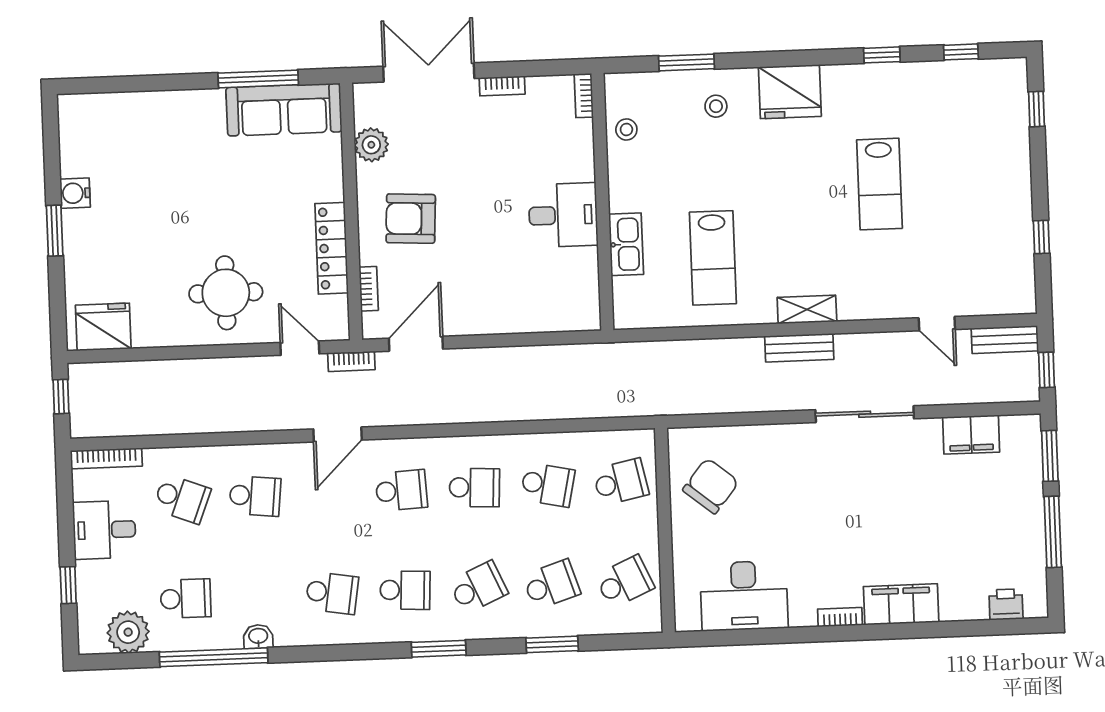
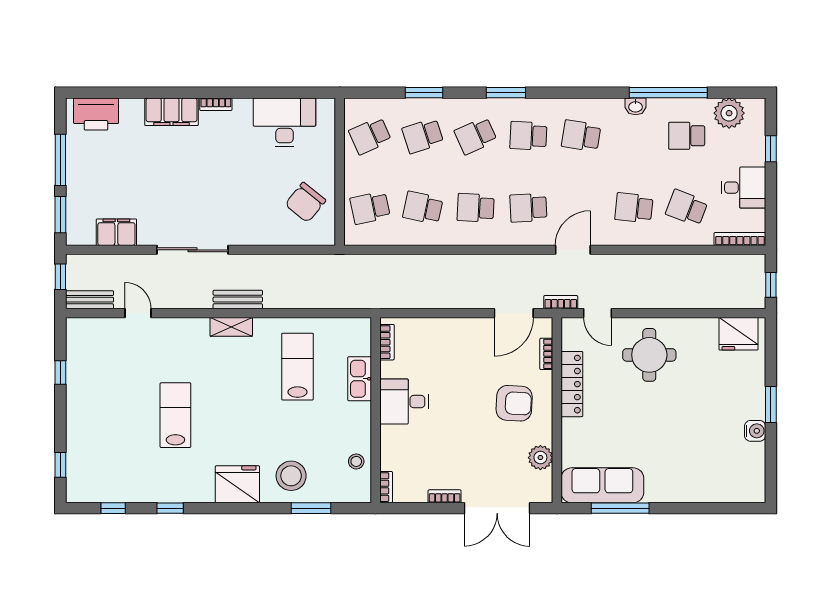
stool: (716, 106) -> (291, 476), width x1.89, depth x1.89
bookcase: (590, 297) -> (387, 342), added
printer: (1006, 604) -> (96, 114), width x1.87, depth x1.48

